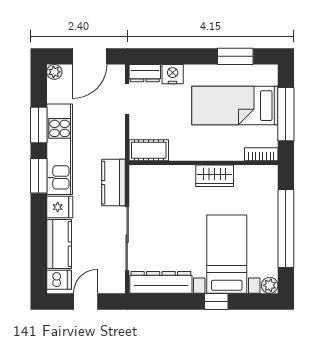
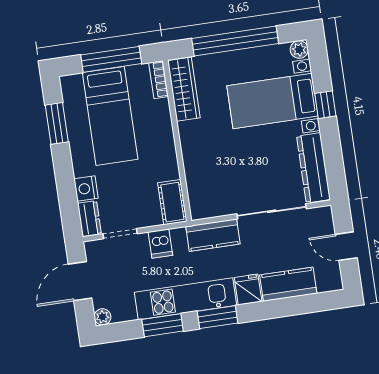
door: (90, 56) -> (80, 281), swing flipped
wardrobe: (215, 176) -> (184, 89), moved, width x1.50
dishwasher: (59, 280) -> (160, 244), moved, turned 180

